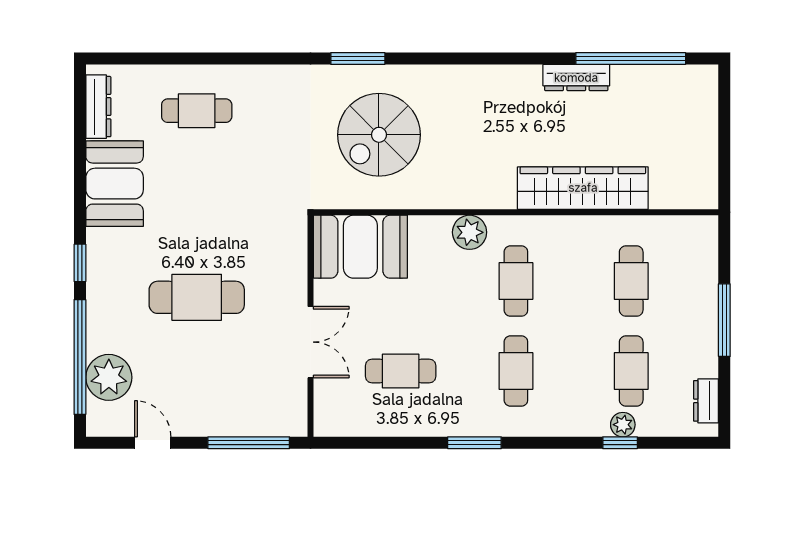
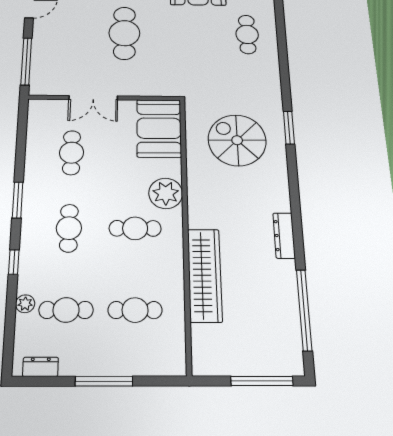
dresser: (576, 78) -> (284, 236), moved
window: (724, 120) -> (262, 381), added
plant: (470, 232) -> (166, 193), width x1.36, depth x1.36
cafe table: (516, 371) -> (69, 228), turned 90
window: (620, 443) -> (14, 262), moved

